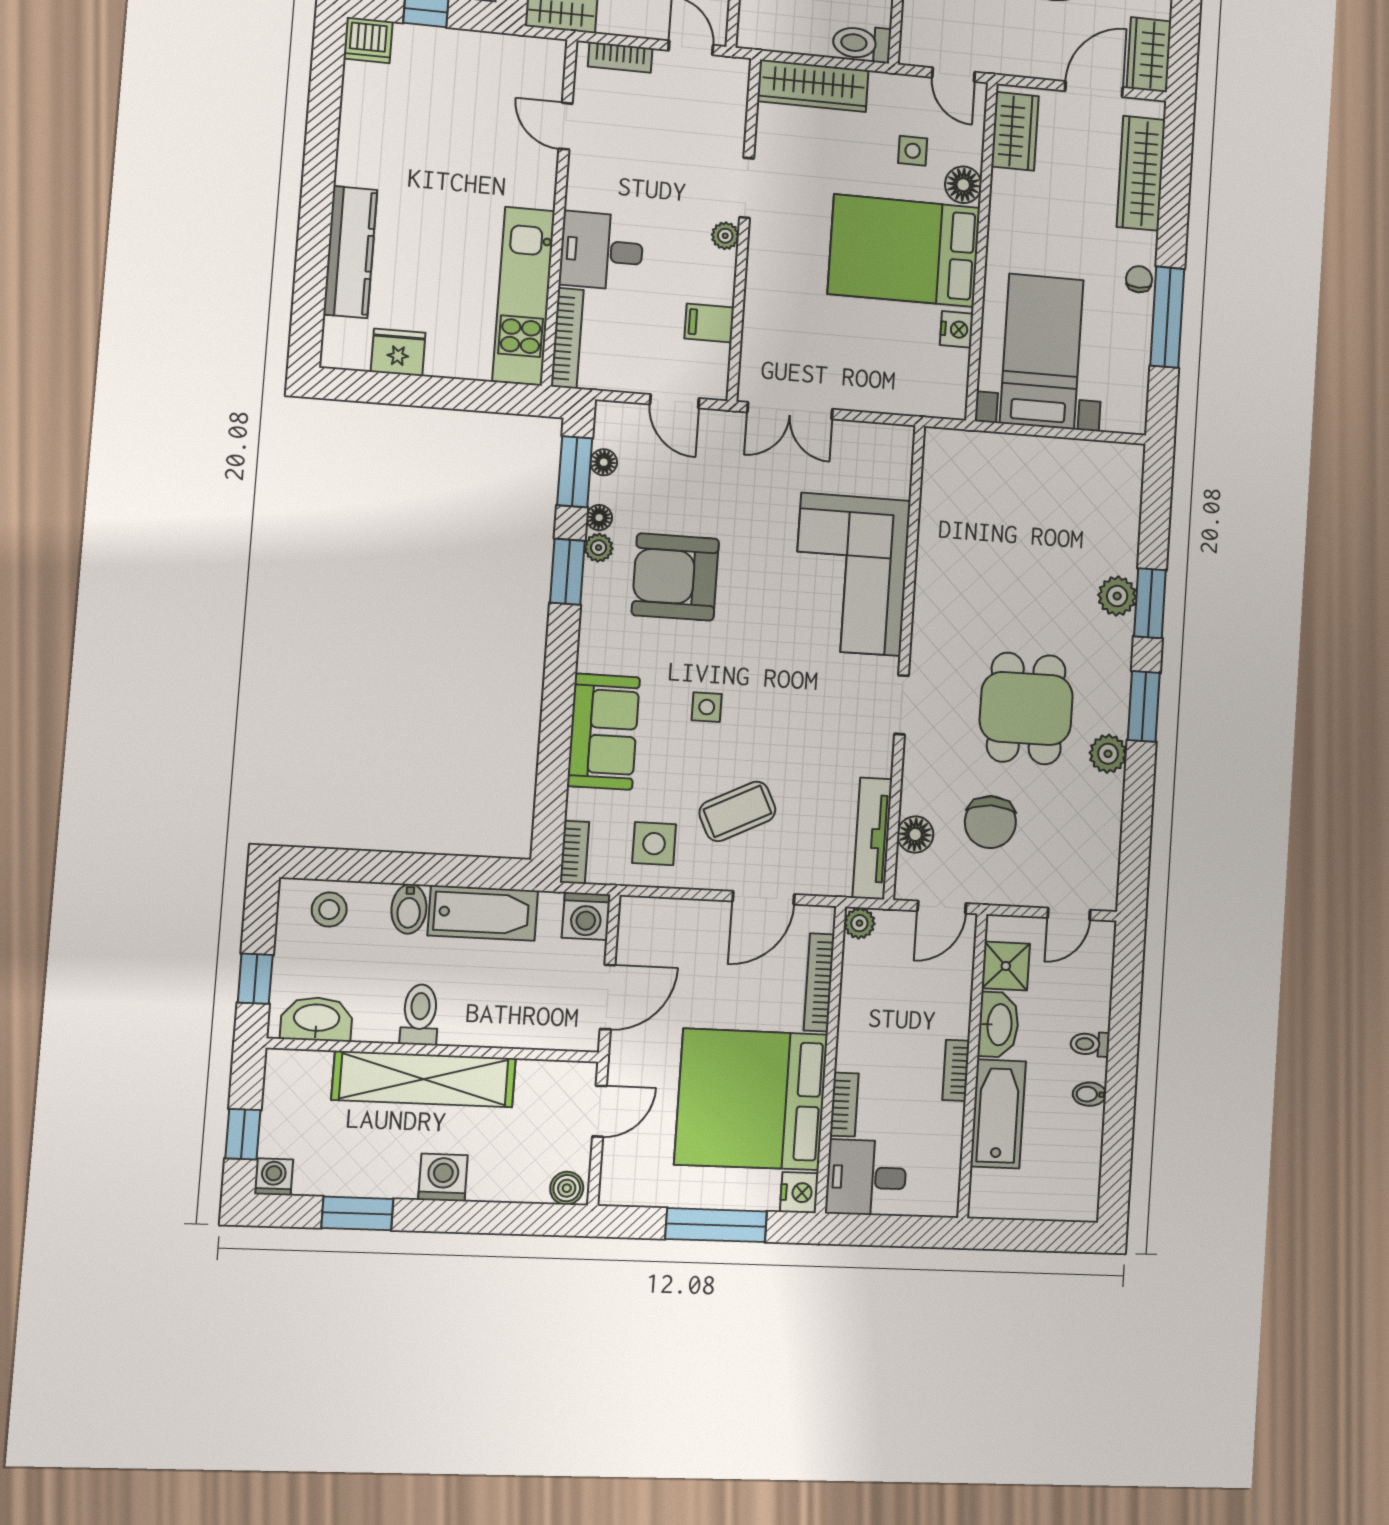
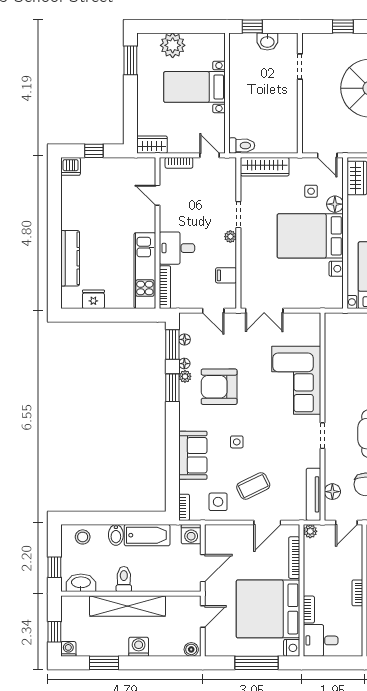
toilet: (862, 43) -> (242, 145), moved, turned 180

